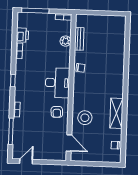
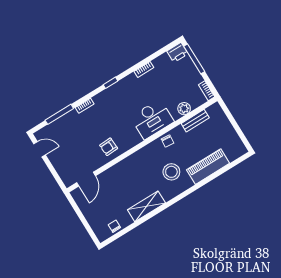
printer: (22, 35) -> (177, 52), moved
piano: (117, 51) -> (208, 167), added
desk: (57, 83) -> (152, 119), moved
stool: (85, 118) -> (171, 172), moved

